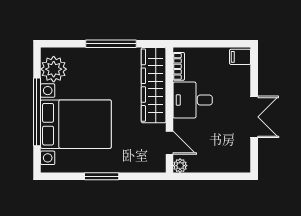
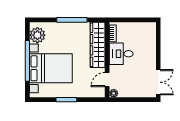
filing cabinet: (240, 57) -> (150, 28), removed
double door: (254, 117) -> (158, 82), moved
door: (169, 143) -> (107, 80), swing flipped

